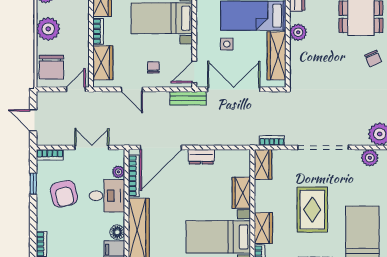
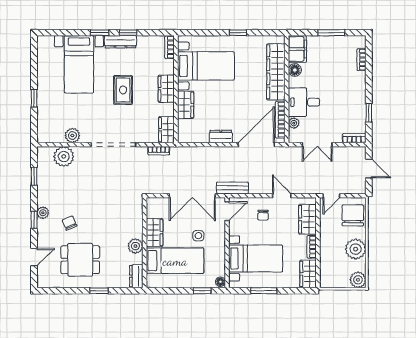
wardrobe: (277, 56) -> (155, 232), width x0.67
armchair: (64, 194) -> (342, 104), removed
rug: (312, 210) -> (123, 90), width x0.73, depth x0.70
wardrobe: (263, 228) -> (166, 89), moved

